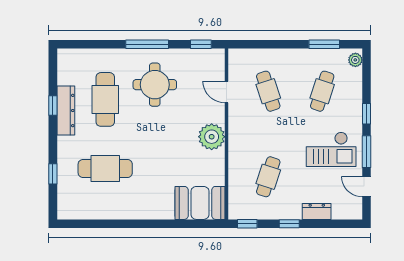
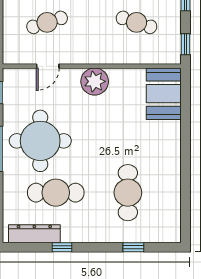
round table: (155, 85) -> (40, 141), width x1.36, depth x1.36
dresser: (66, 111) -> (34, 234), moved

